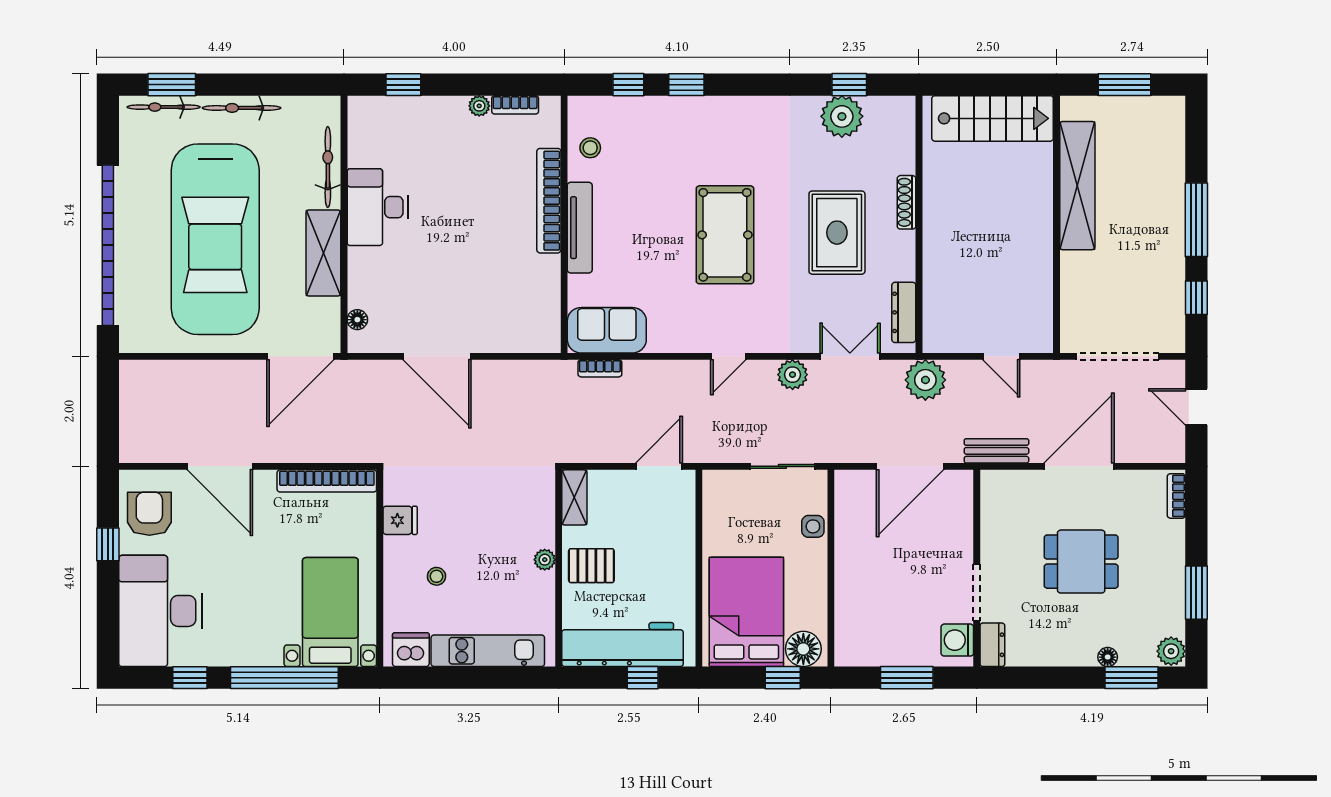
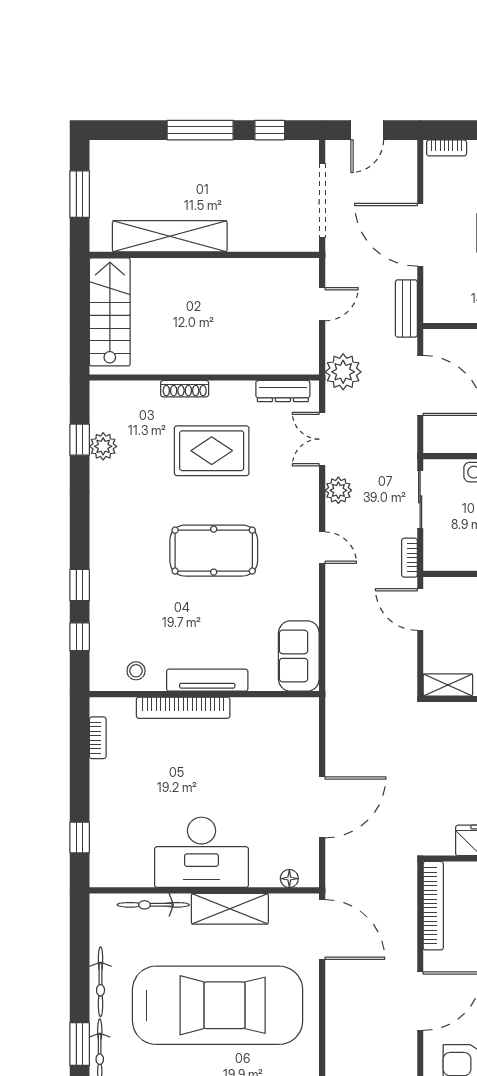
plant: (479, 106) -> (99, 770), removed
plant: (842, 116) -> (103, 446), width x0.73, depth x0.73
desk: (378, 207) -> (201, 852), width x1.36, depth x1.30
bookcase: (600, 368) -> (410, 558), moved, turned 180

